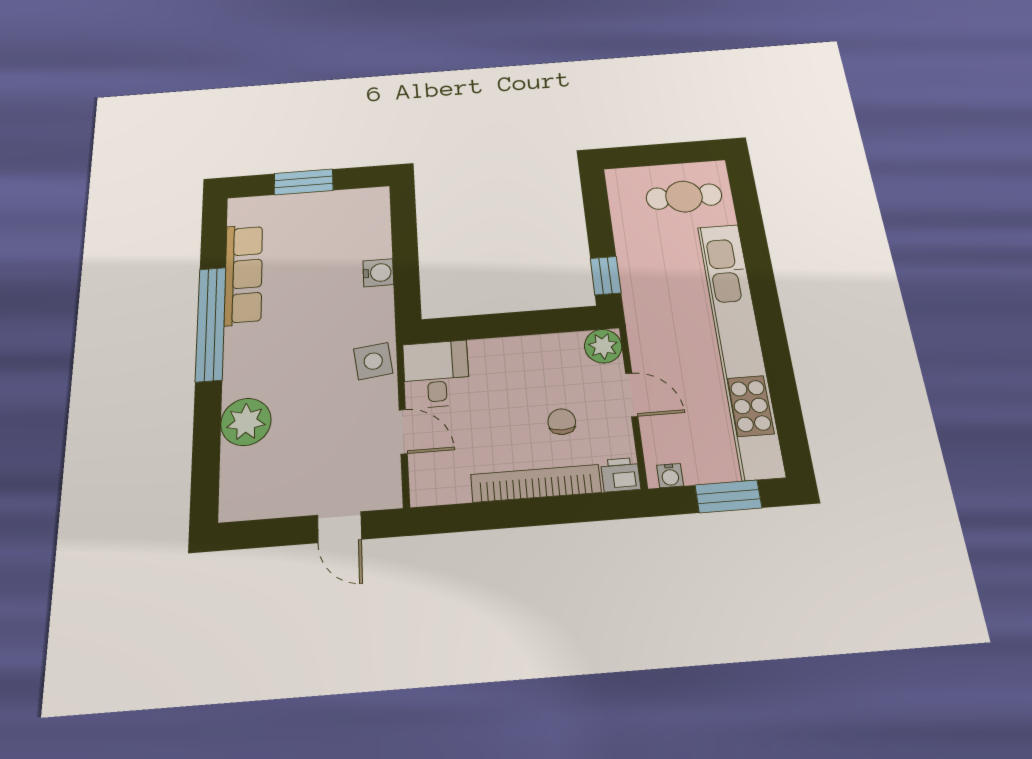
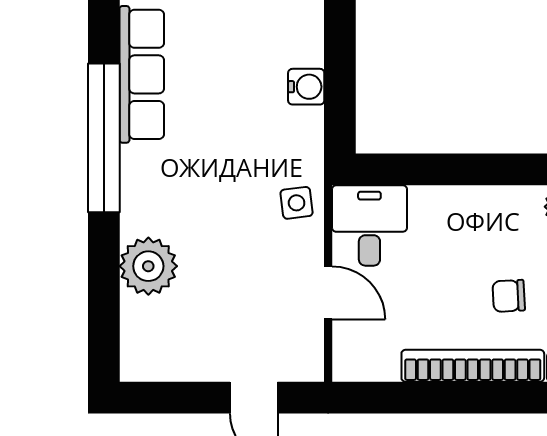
side table: (373, 361) -> (297, 203), width x0.73, depth x0.73
chair: (562, 422) -> (509, 296), turned -93

